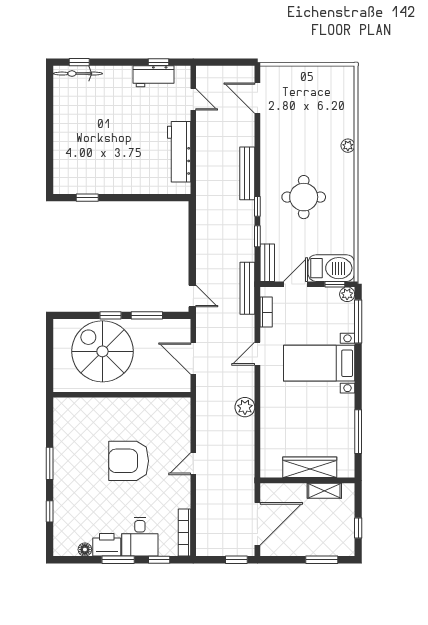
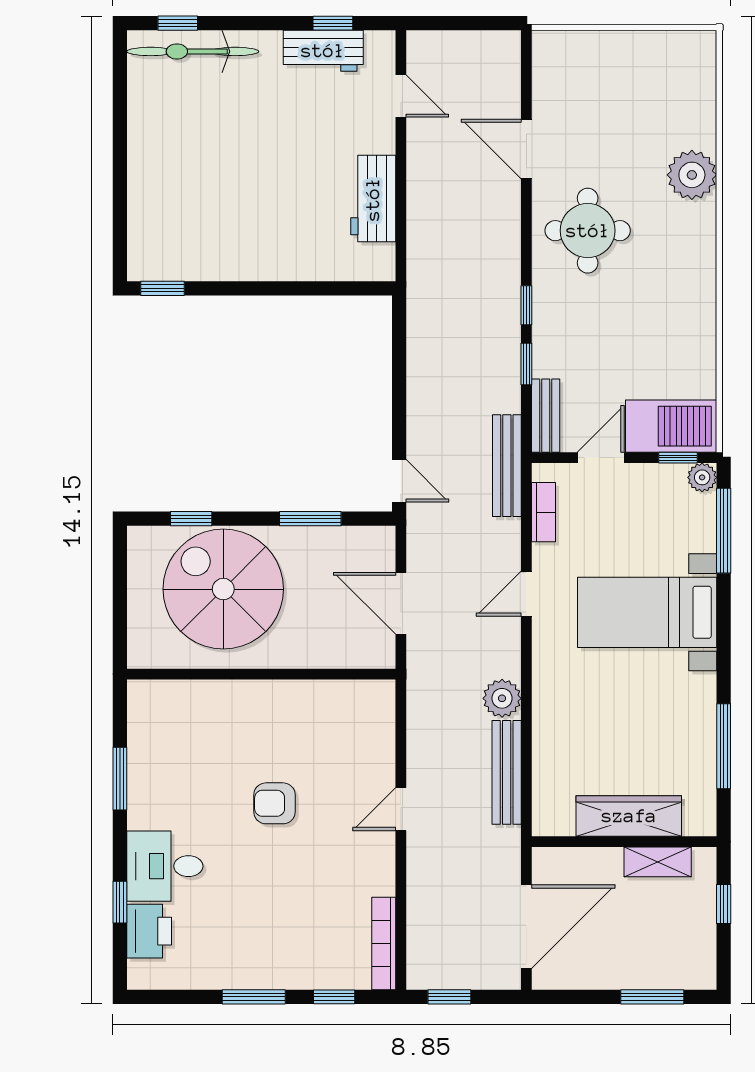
bicycle: (78, 74) -> (193, 51), width x1.37, depth x1.40
door: (257, 98) -> (526, 149), moved
plant: (348, 146) -> (692, 175), width x1.88, depth x1.88
workbench: (179, 152) -> (373, 199), width x0.73
bench: (247, 173) -> (507, 772), moved
round table: (304, 197) -> (588, 231), moved
window: (87, 198) -> (162, 288), moved
window: (111, 315) -> (191, 519), moved
armchair: (129, 461) -> (274, 803), width x0.53, depth x0.53
window: (50, 463) -> (120, 779), moved
window: (358, 528) -> (724, 904), moved
desk: (140, 537) -> (165, 866), moved, turned 90
printer: (107, 545) -> (149, 931), moved, turned 90
floor lamp: (85, 550) -> (189, 977), removed
window: (236, 560) -> (449, 997), moved

